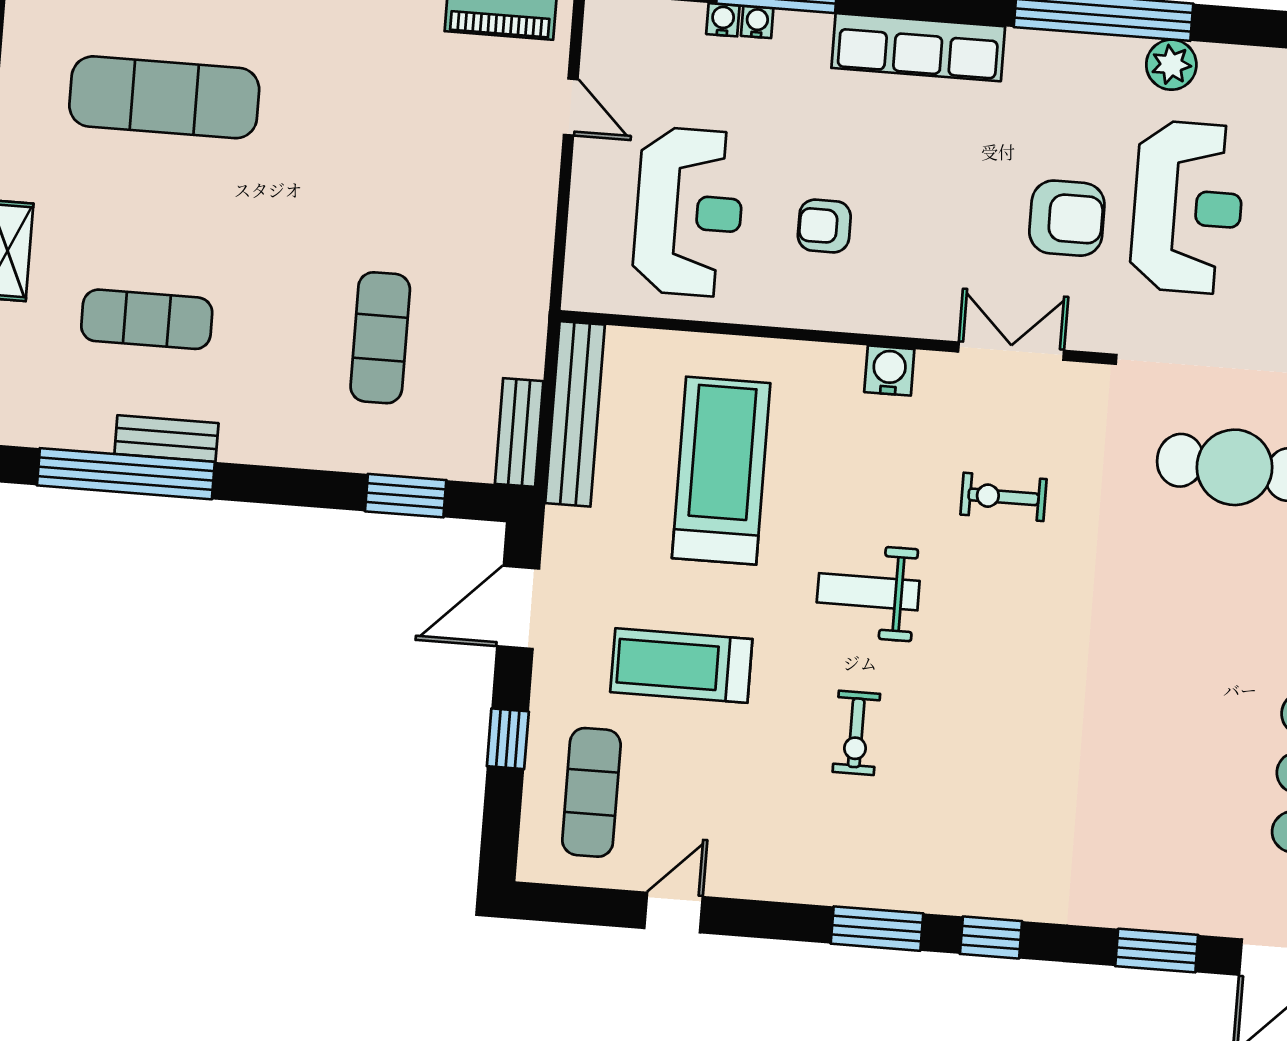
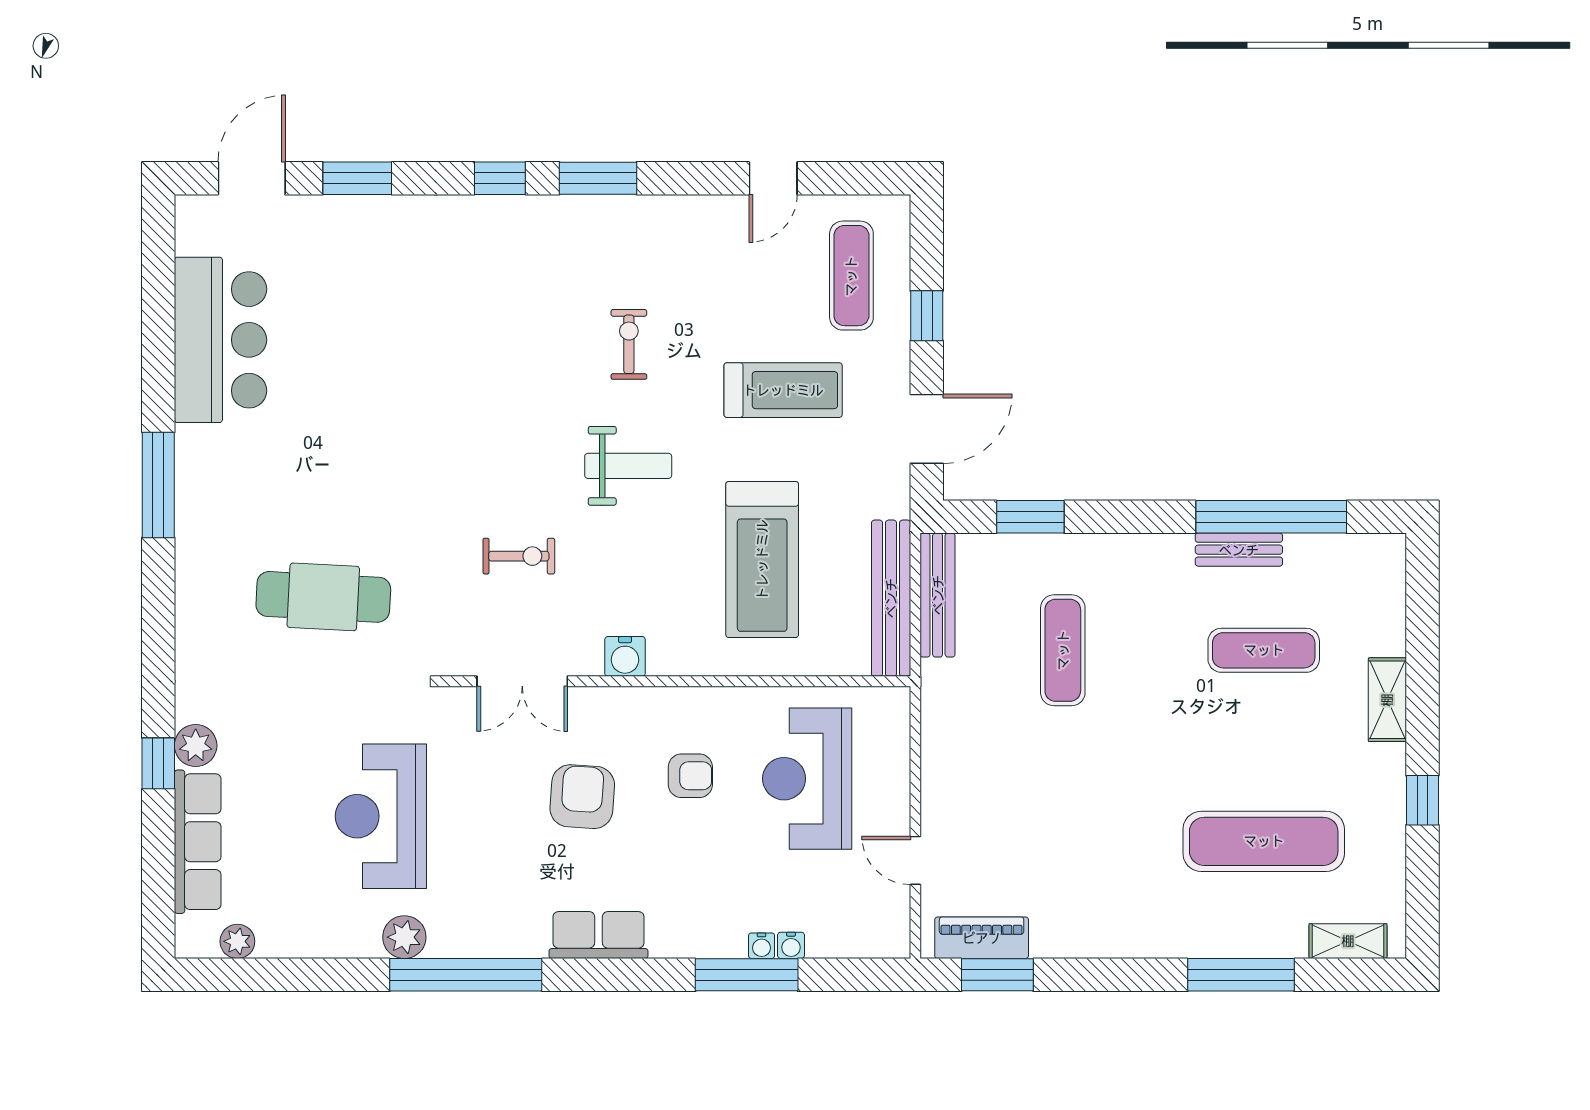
row of seats: (918, 47) -> (598, 935), width x0.68
armchair: (1067, 218) -> (582, 797), moved, turned 94
bench: (519, 433) -> (938, 595), width x1.36

